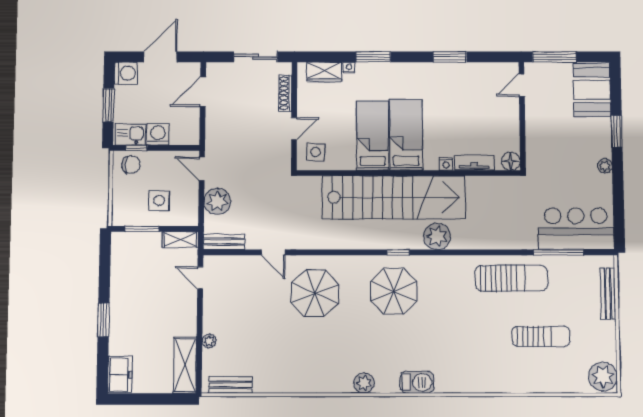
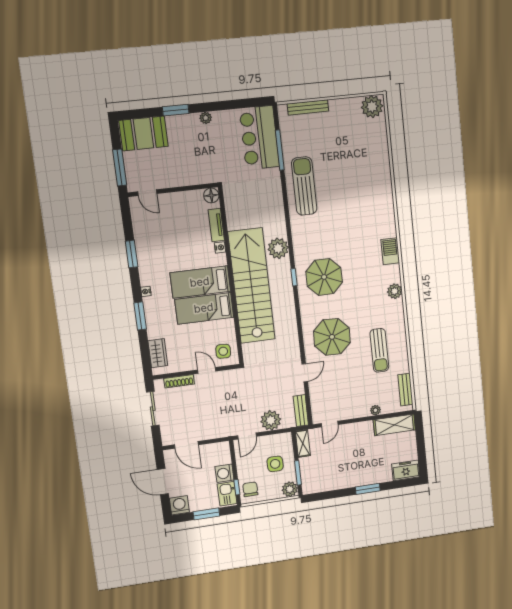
nightstand: (349, 68) -> (146, 291), moved
plant: (122, 216) -> (290, 489), added
sun lounger: (541, 336) -> (379, 350), moved, turned 180

